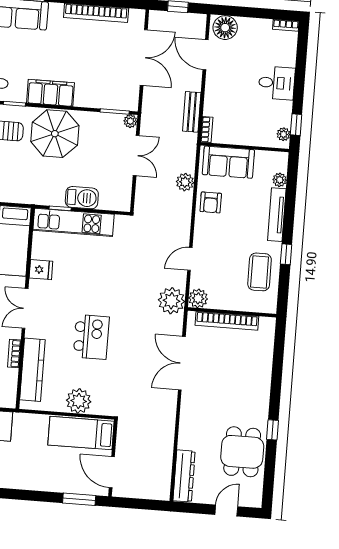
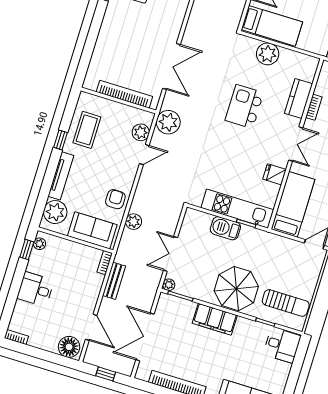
filing cabinet: (51, 93) -> (215, 319), moved
plant: (280, 180) -> (55, 212), width x1.87, depth x1.87
plant: (198, 298) -> (141, 132), moved
kitchen counter: (32, 370) -> (299, 98), width x0.67

